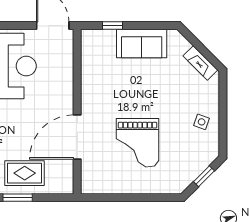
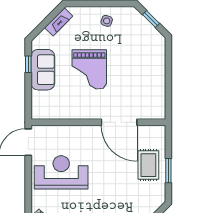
window: (113, 26) -> (28, 64), moved
grand piano: (138, 143) -> (89, 69), moved, turned 90

